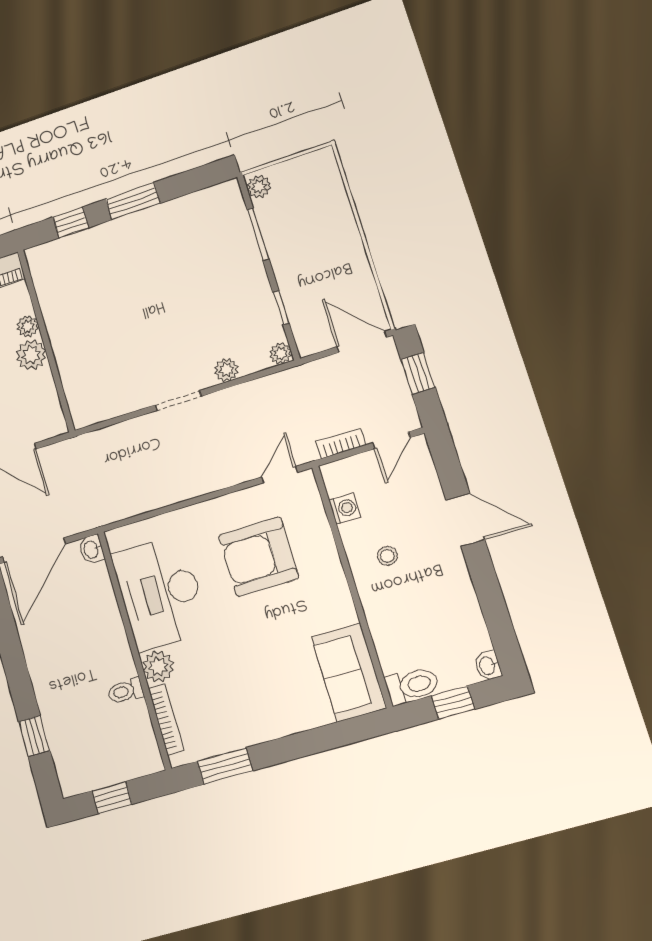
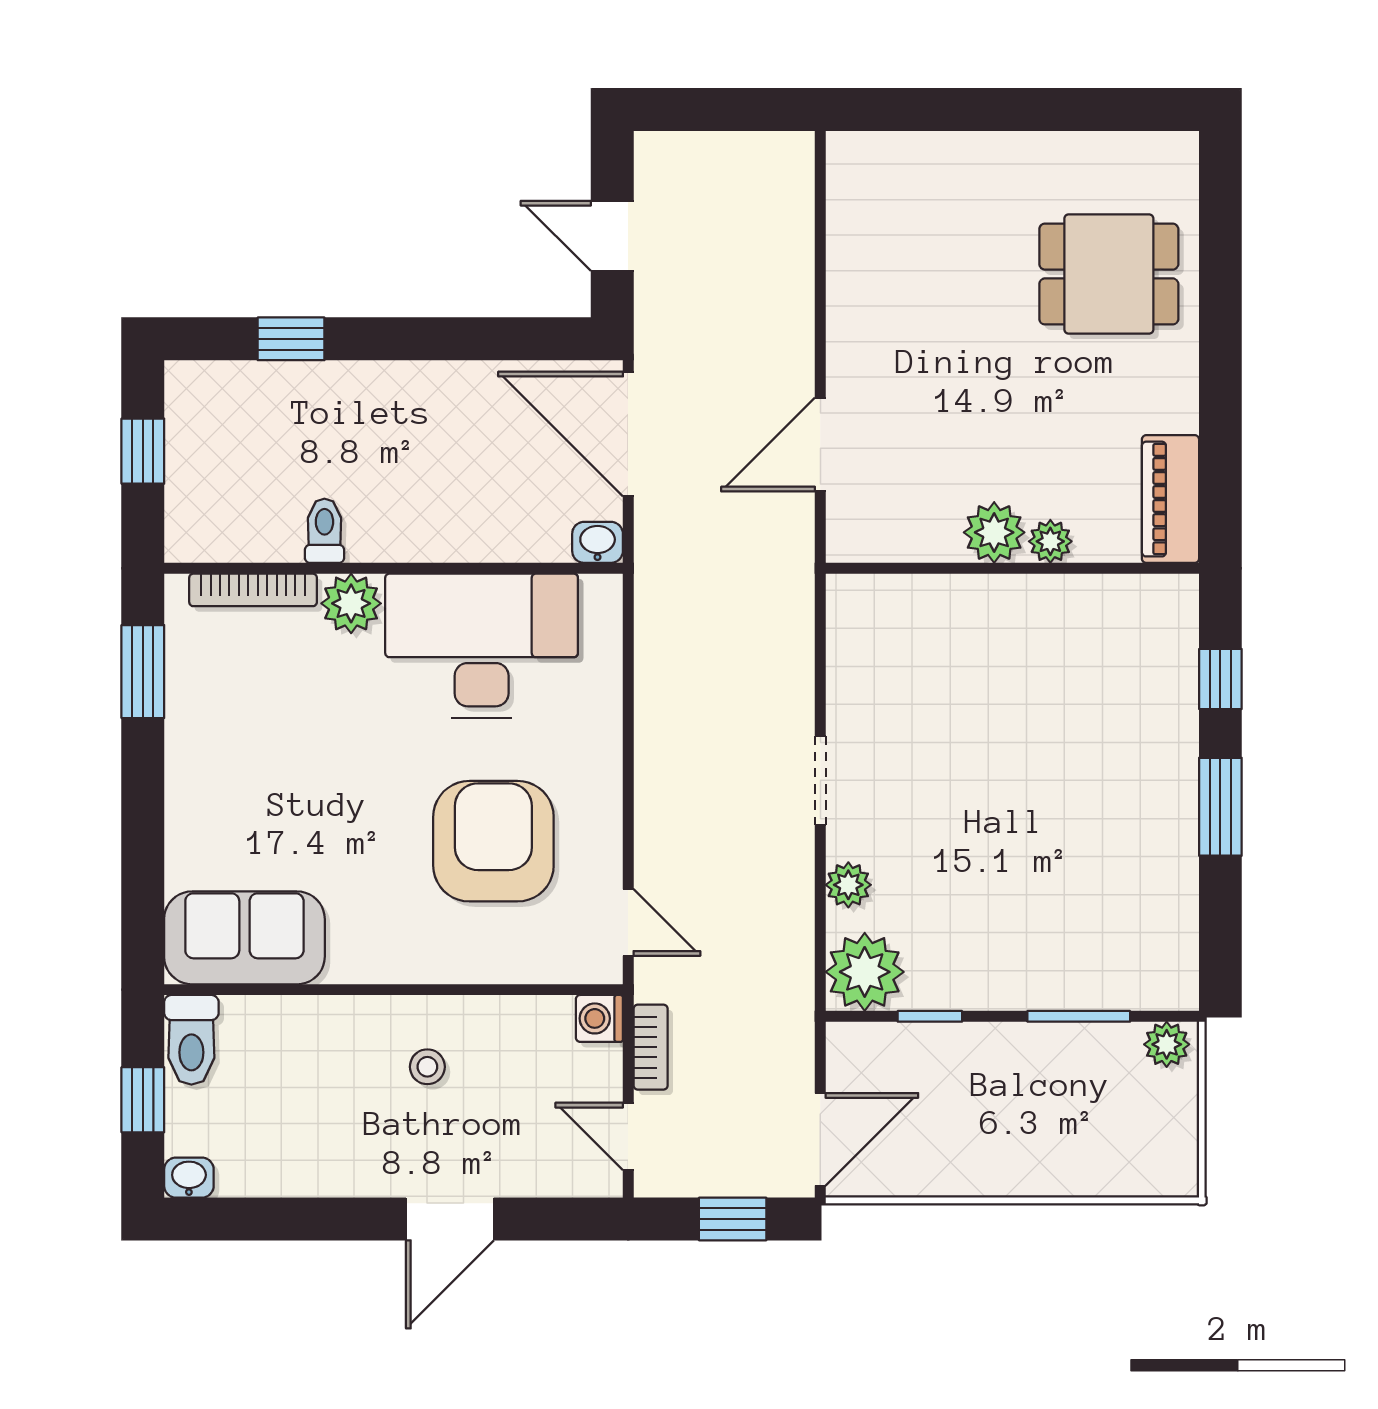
plant: (280, 353) -> (865, 972), width x1.88, depth x1.88
washing machine: (345, 508) -> (599, 1018), moved, turned 90

